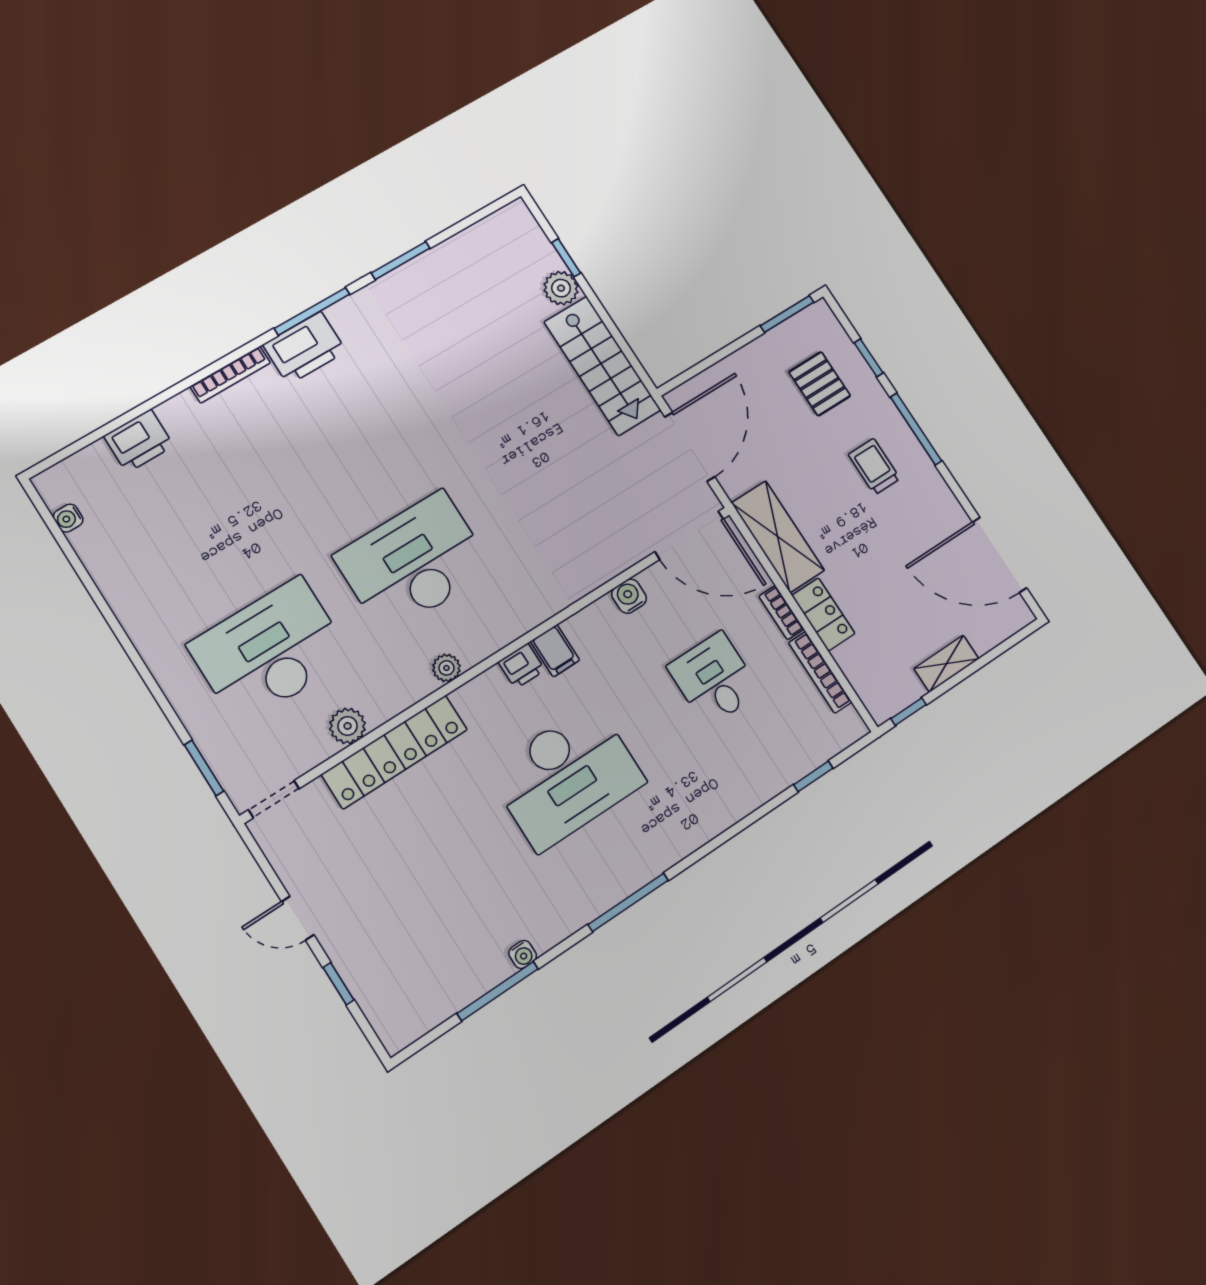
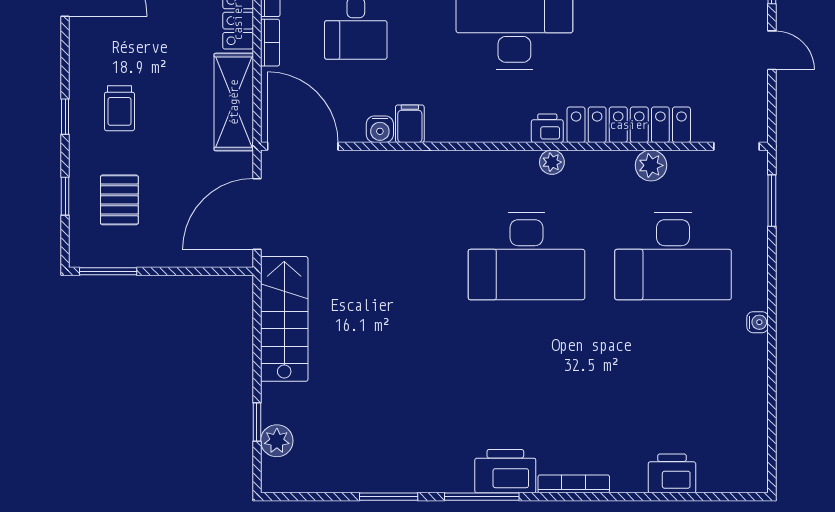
plant: (561, 288) -> (277, 441), moved
window: (916, 429) -> (65, 117), width x0.46
water cooler: (68, 518) -> (758, 322), moved
filing cabinet: (555, 651) -> (410, 124), moved
printer: (522, 666) -> (547, 128), moved

